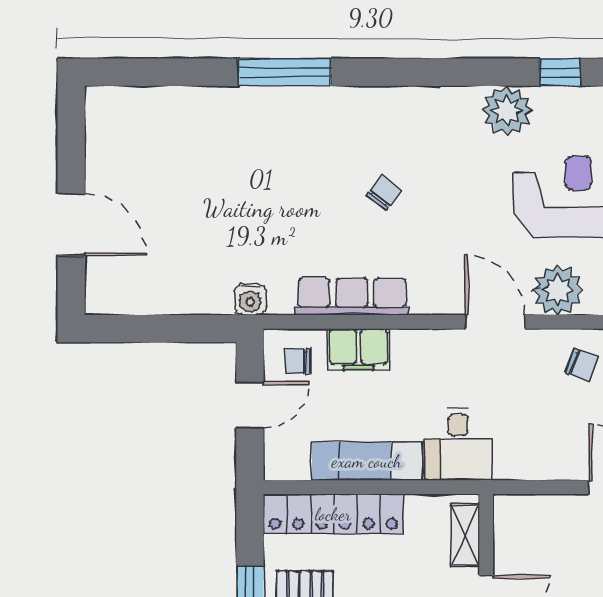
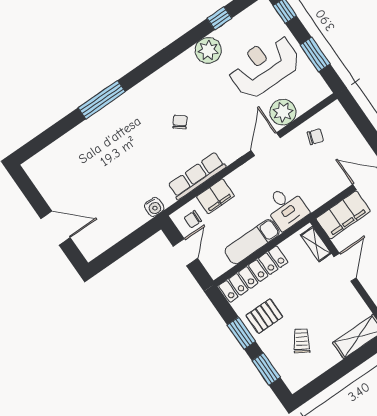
door: (495, 322) -> (266, 144), hinge flipped
filing cabinet: (540, 519) -> (343, 215), added

